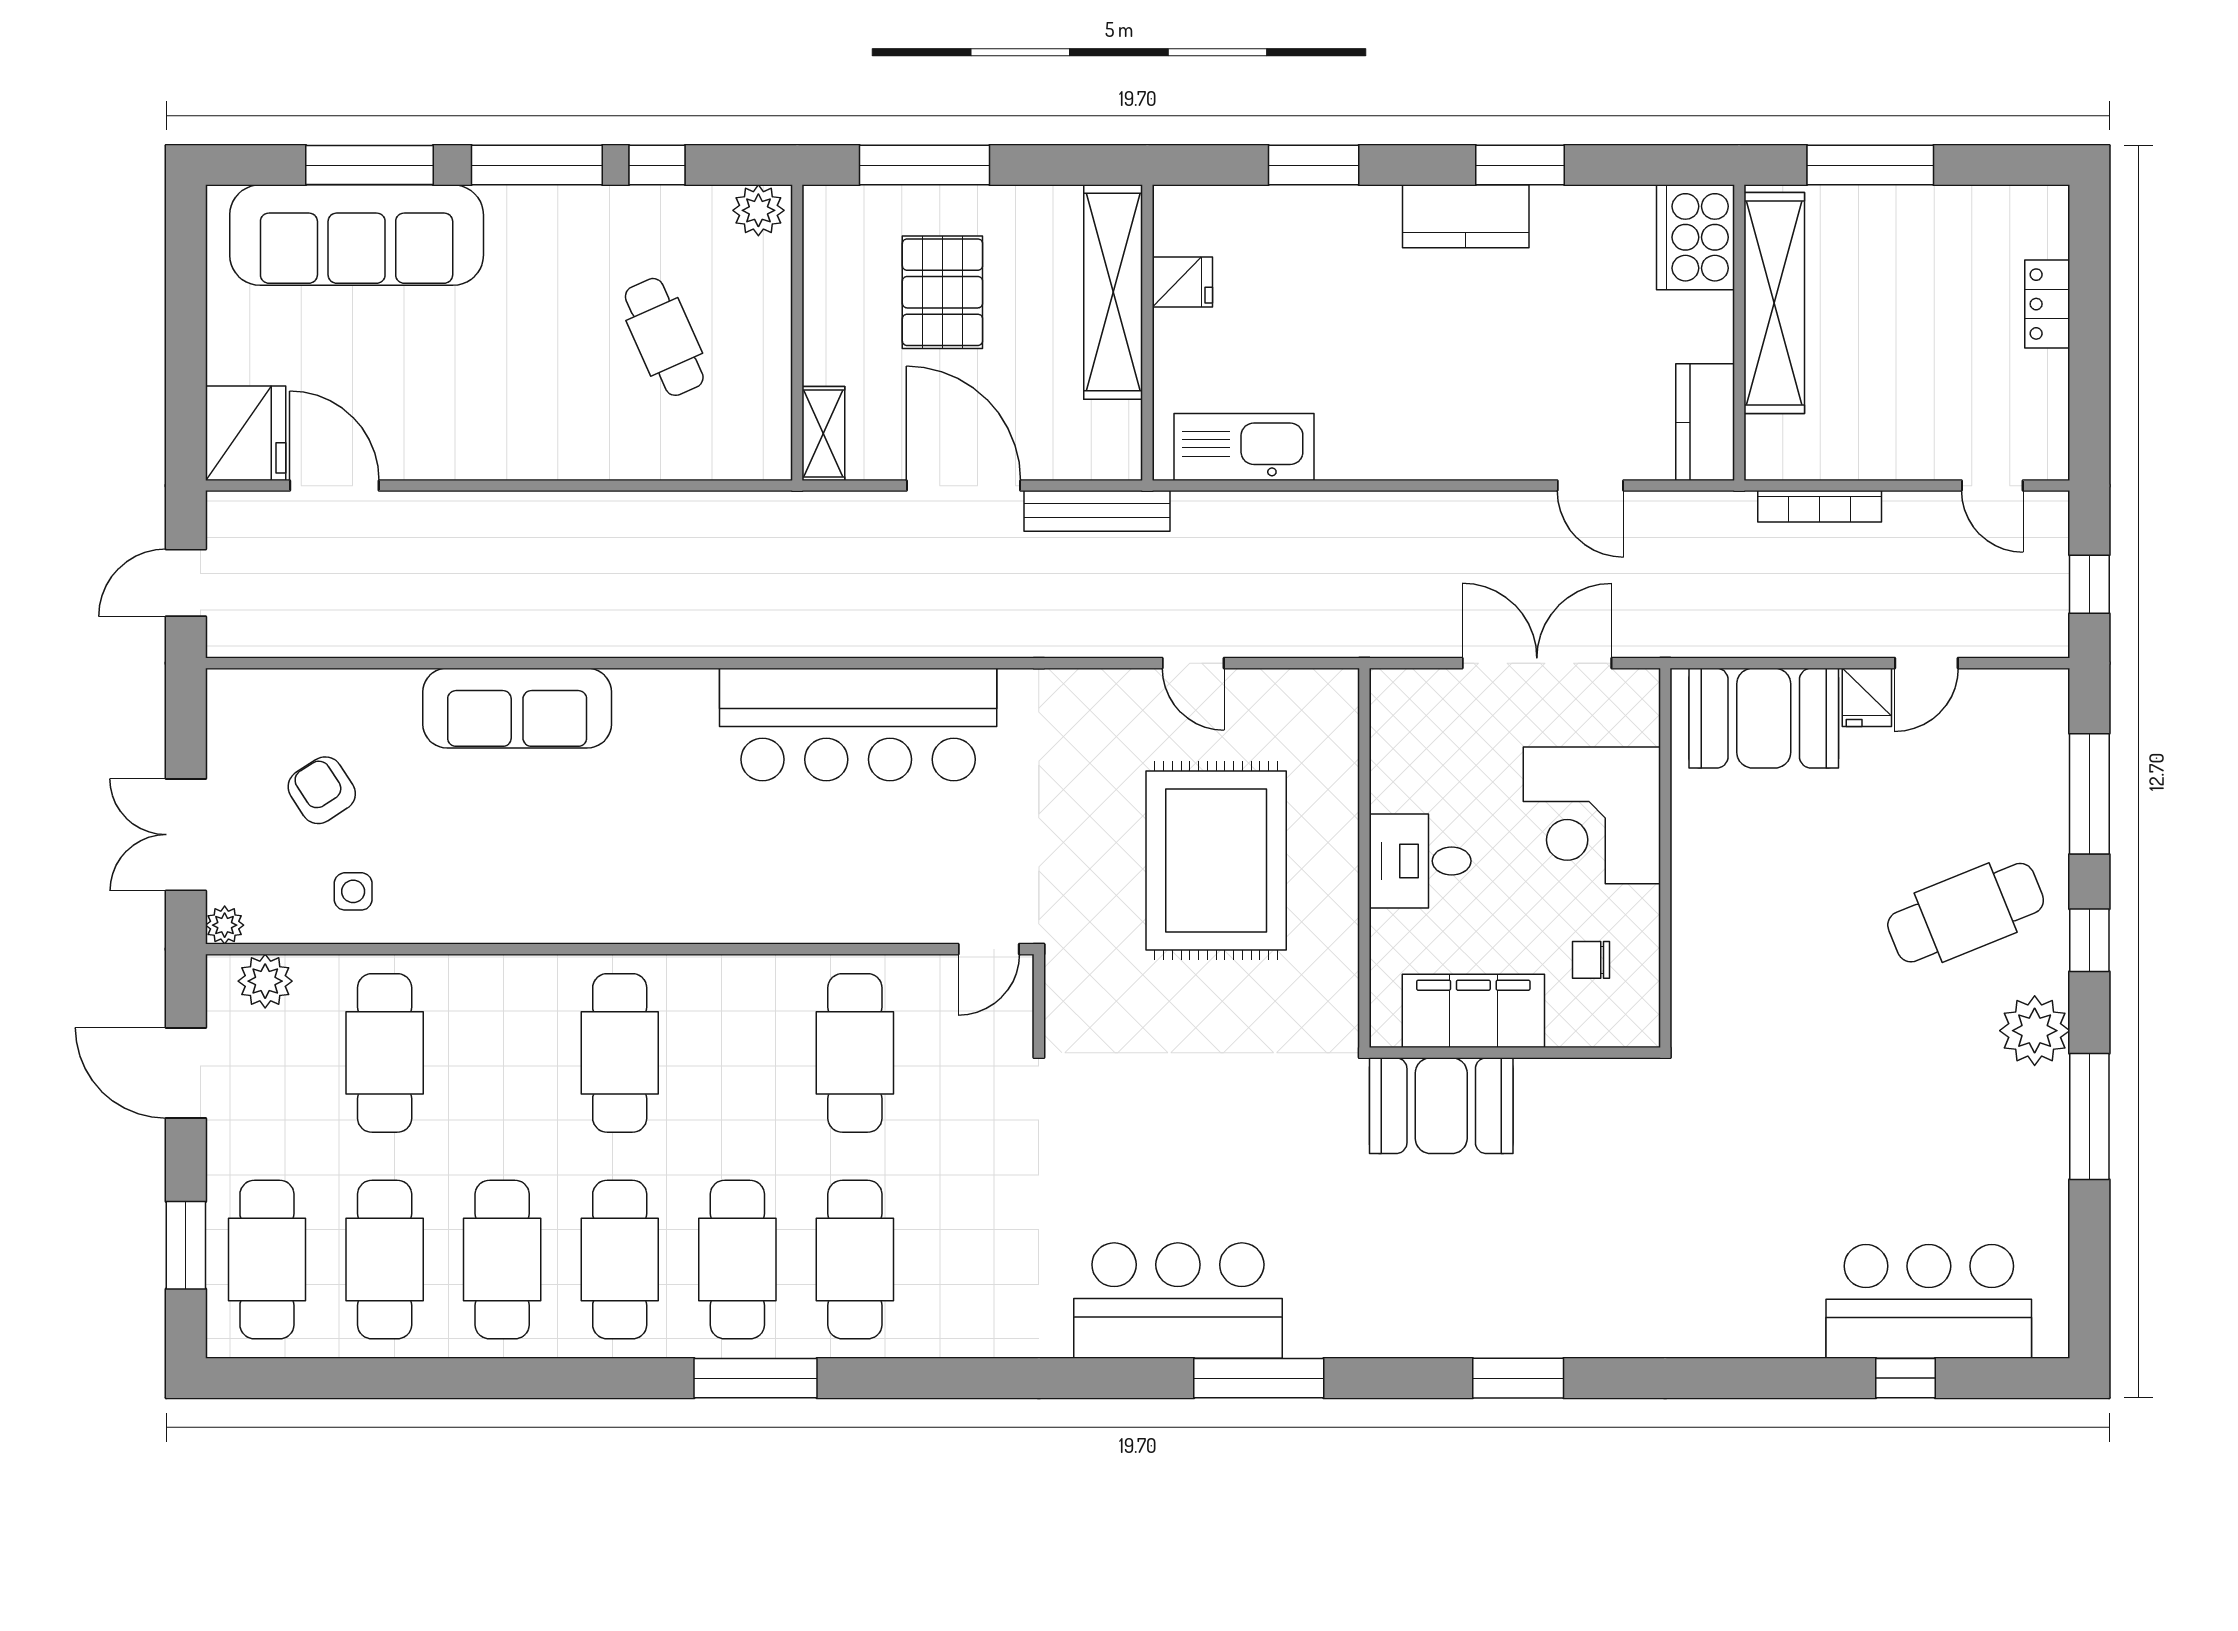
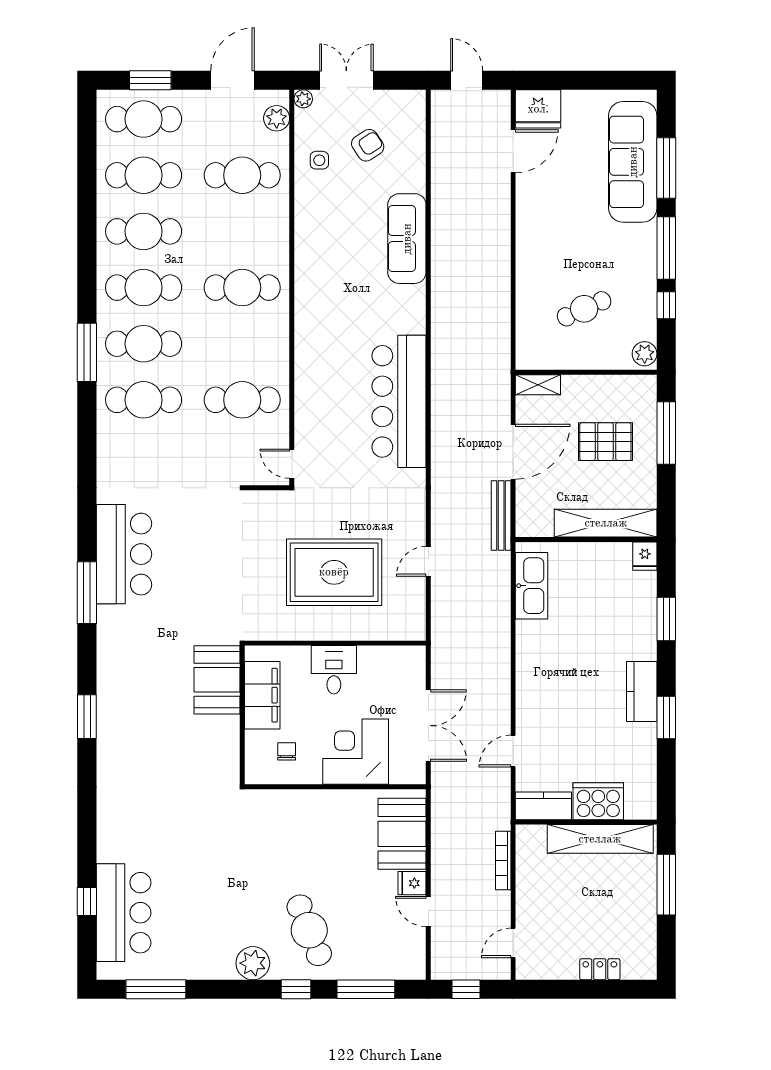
cooker: (1695, 237) -> (598, 801), moved
fridge: (1182, 282) -> (645, 556), moved
window: (2089, 1117) -> (156, 989), moved

